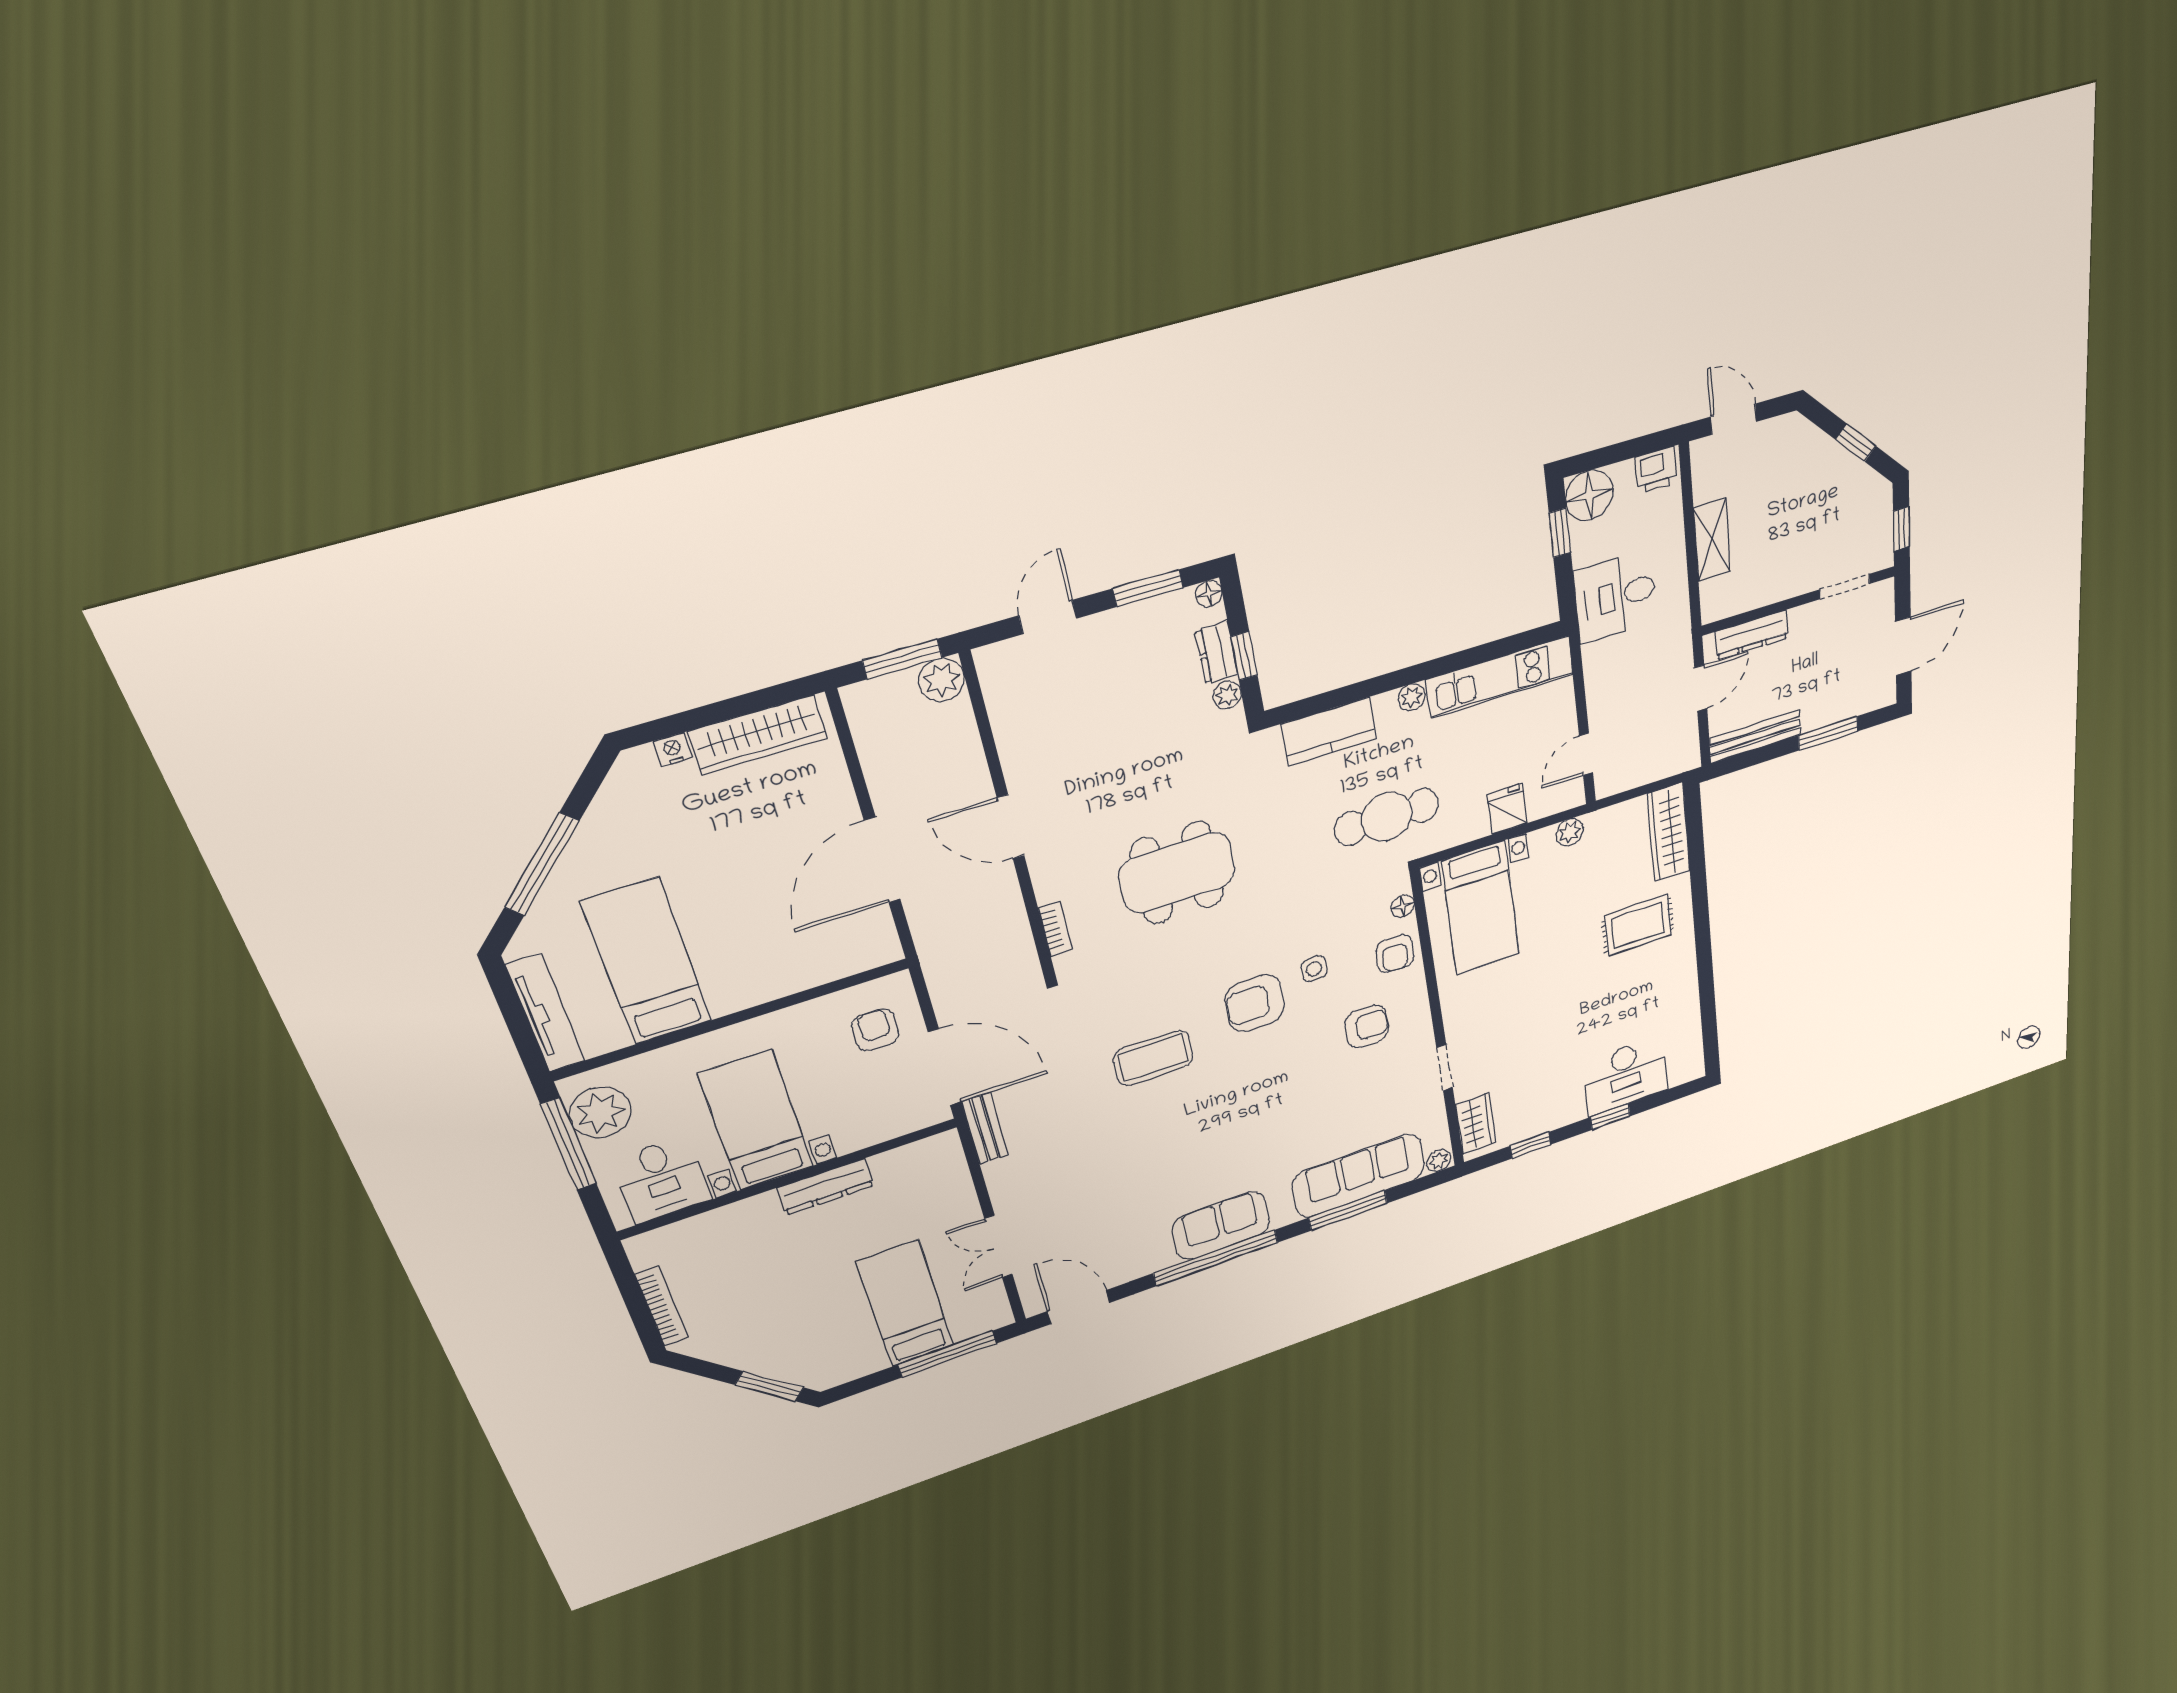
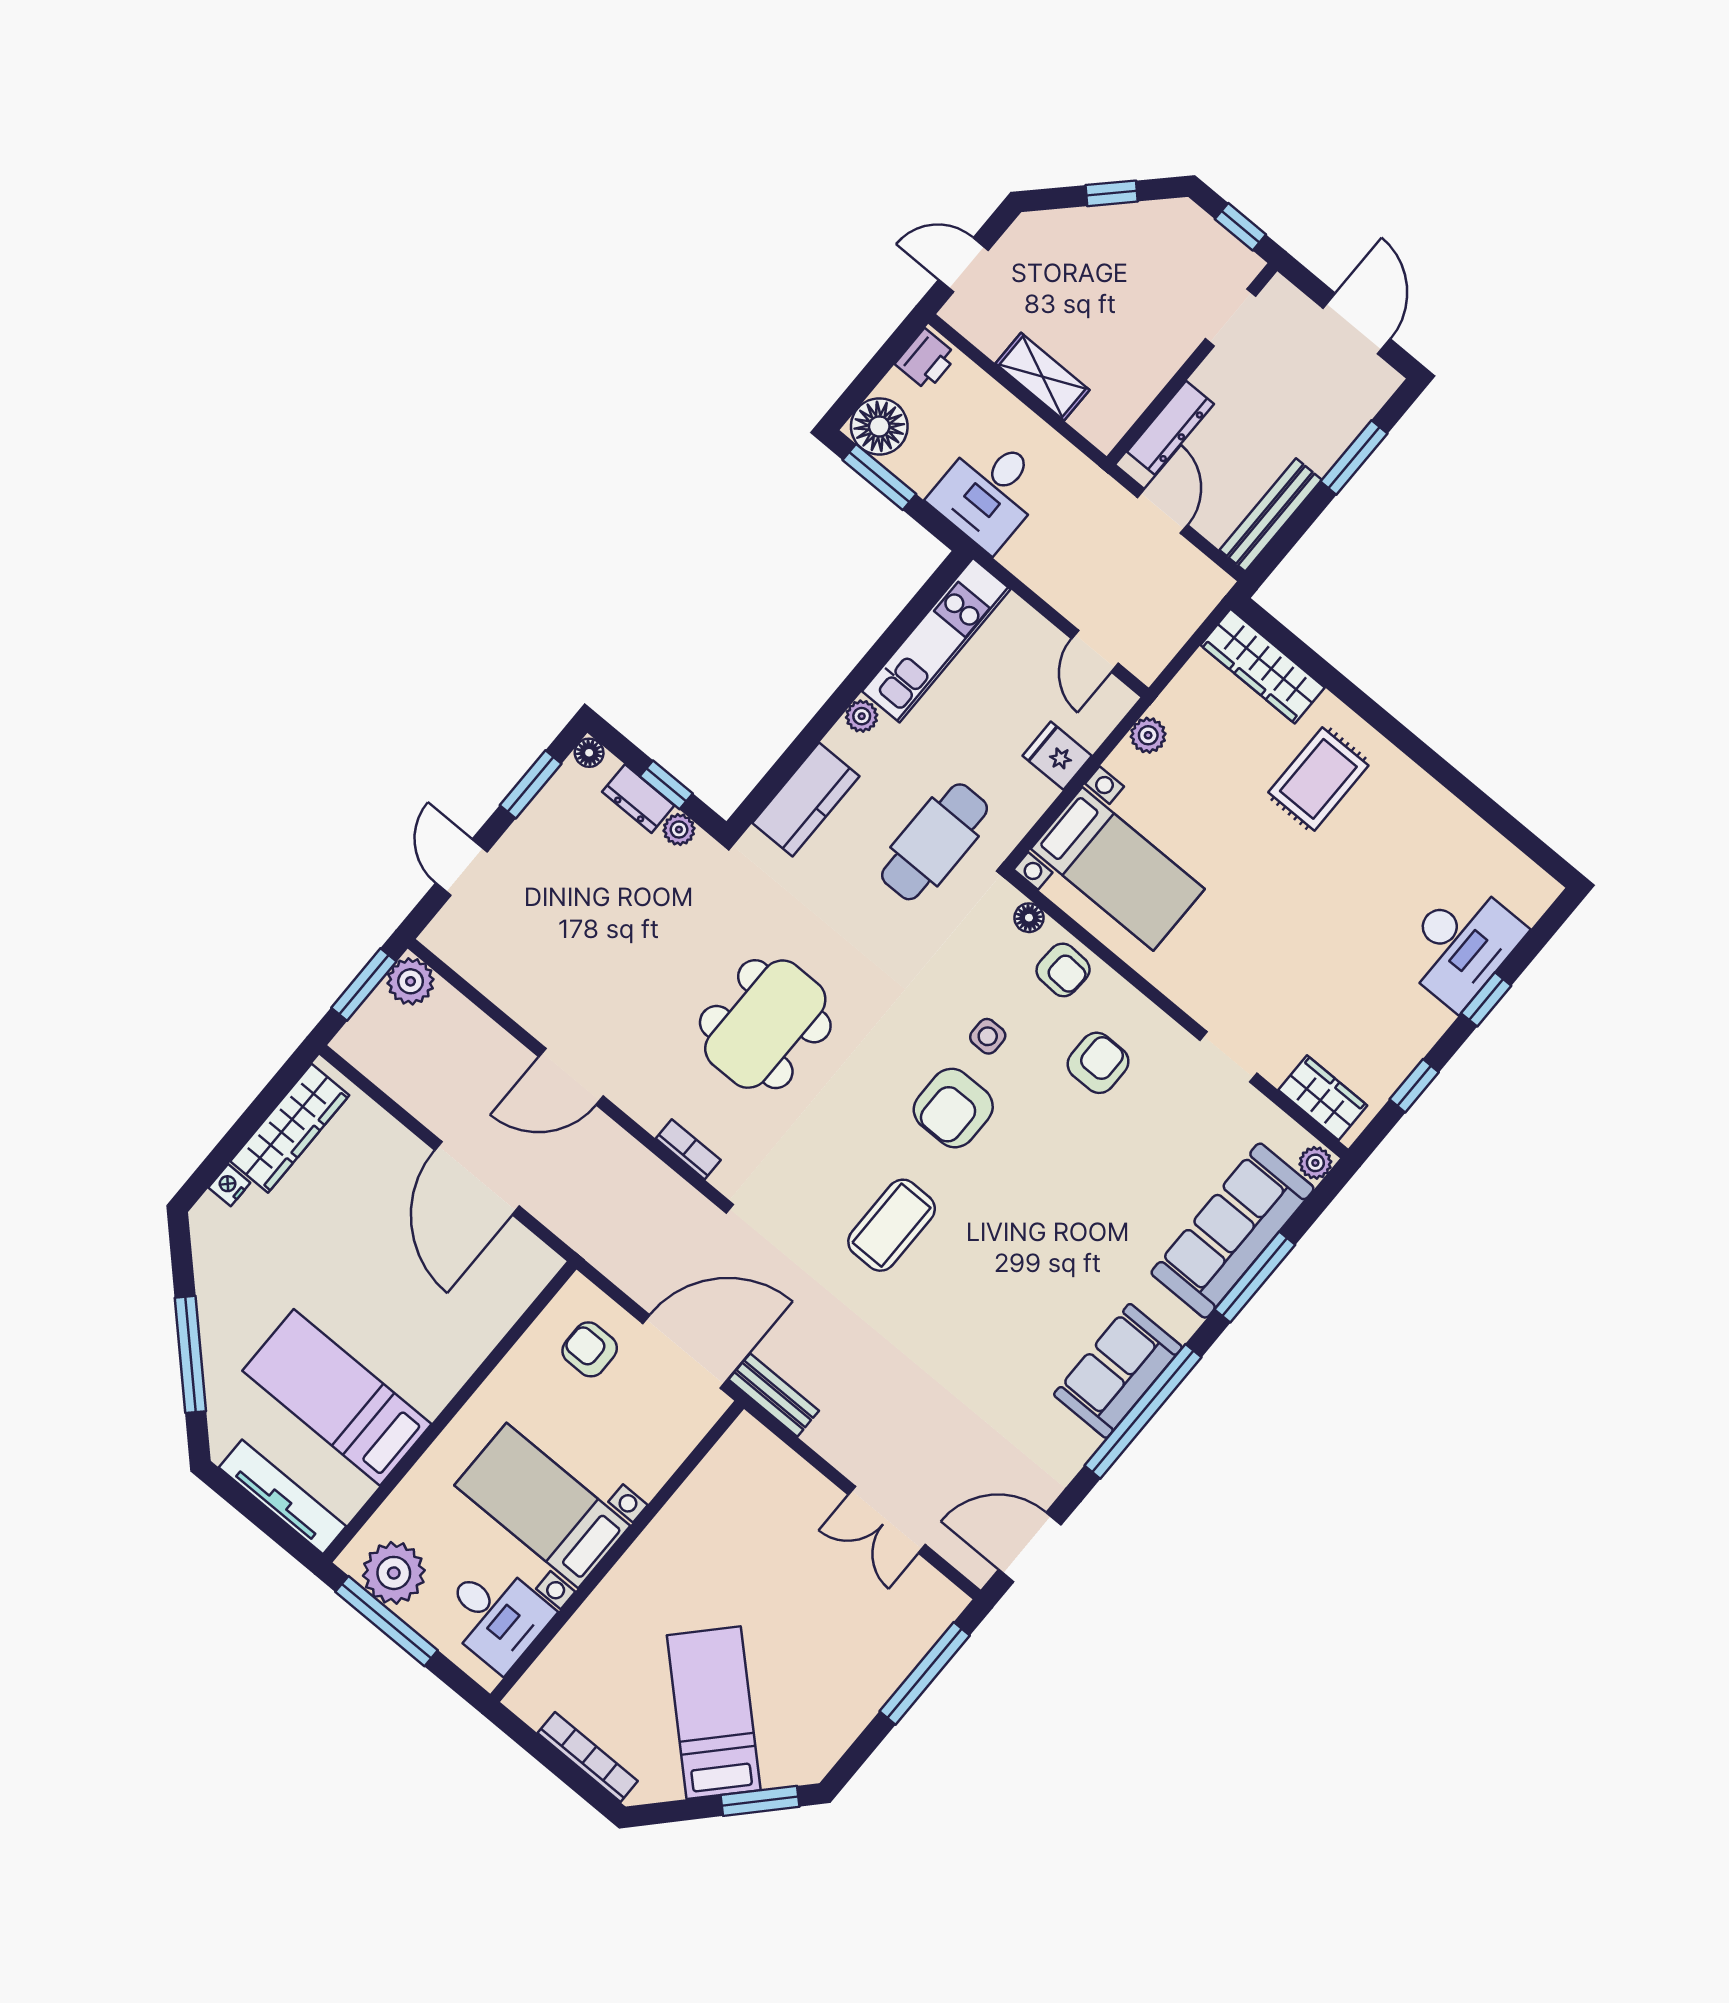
window: (1560, 533) -> (879, 477), width x1.50
dresser: (826, 1187) -> (659, 1542), removed
bed: (905, 1304) -> (714, 1713), moved, turned 43

